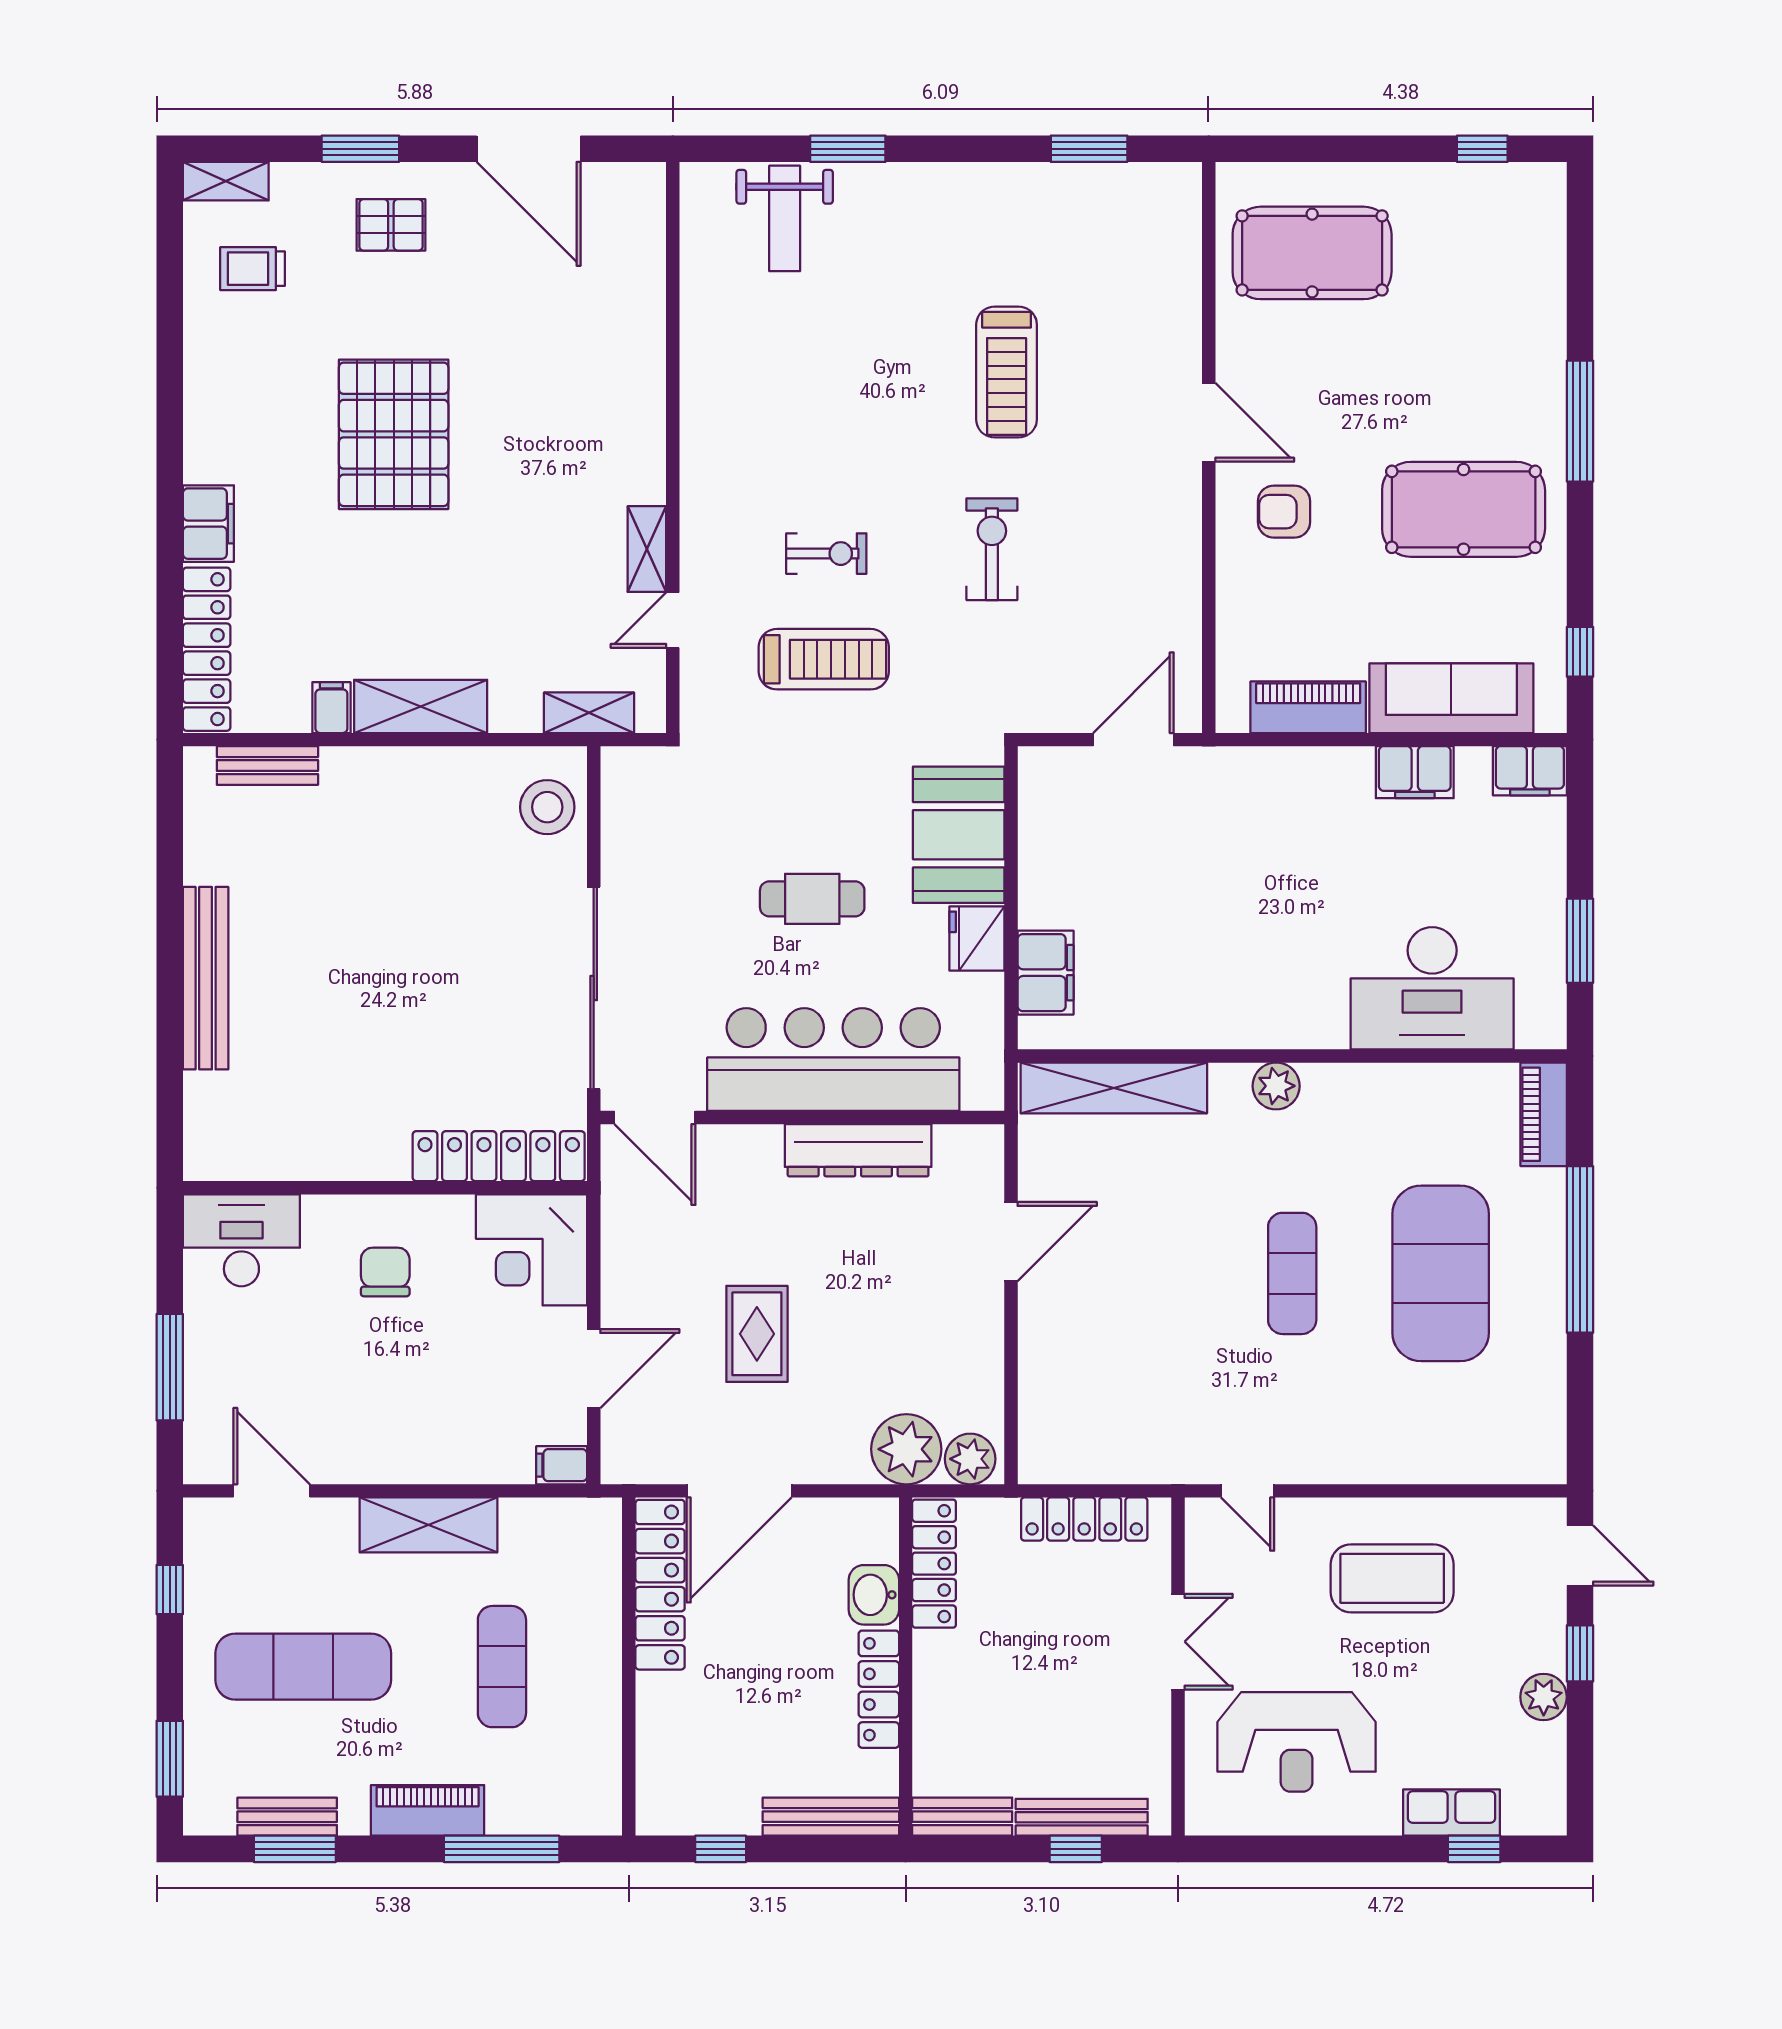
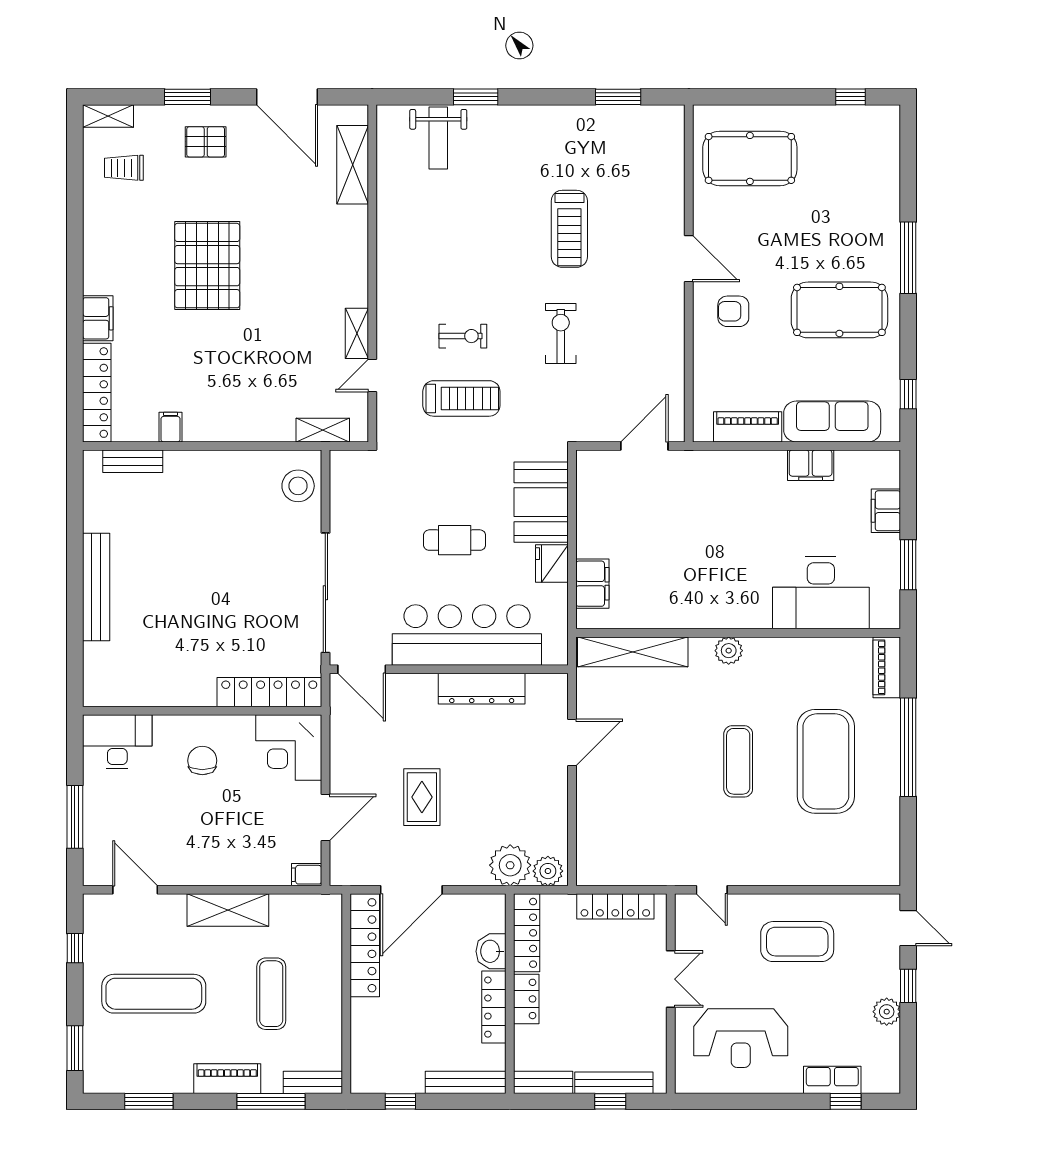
shelving: (421, 706) -> (353, 165), moved, turned 90
filing cabinet: (1530, 771) -> (886, 511), moved, turned 90
locker: (933, 1675) -> (526, 999), added
bench: (287, 1817) -> (313, 1082), moved

